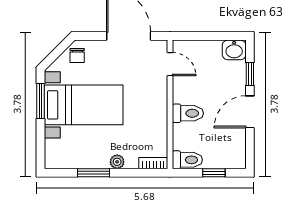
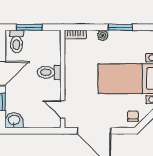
toilet: (187, 160) -> (16, 42), moved, turned -90
window: (214, 173) -> (29, 27), width x1.50

